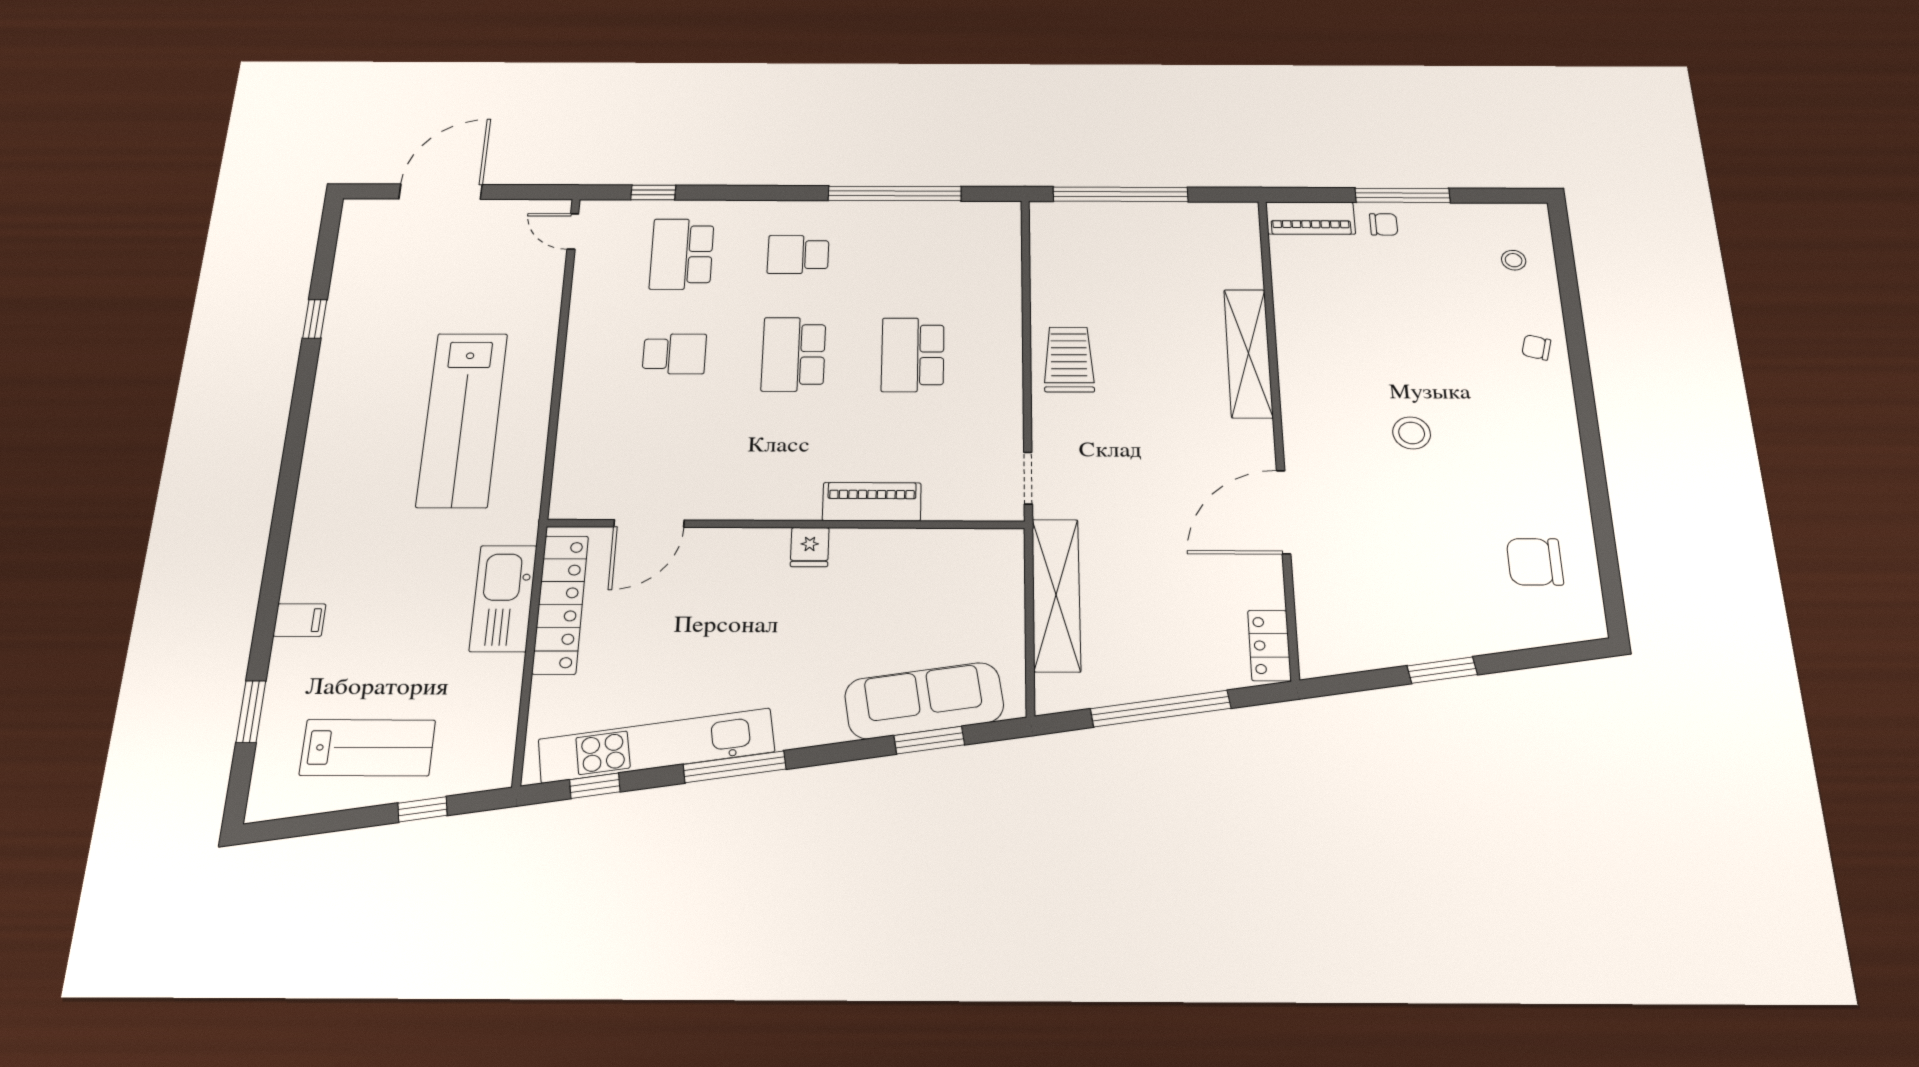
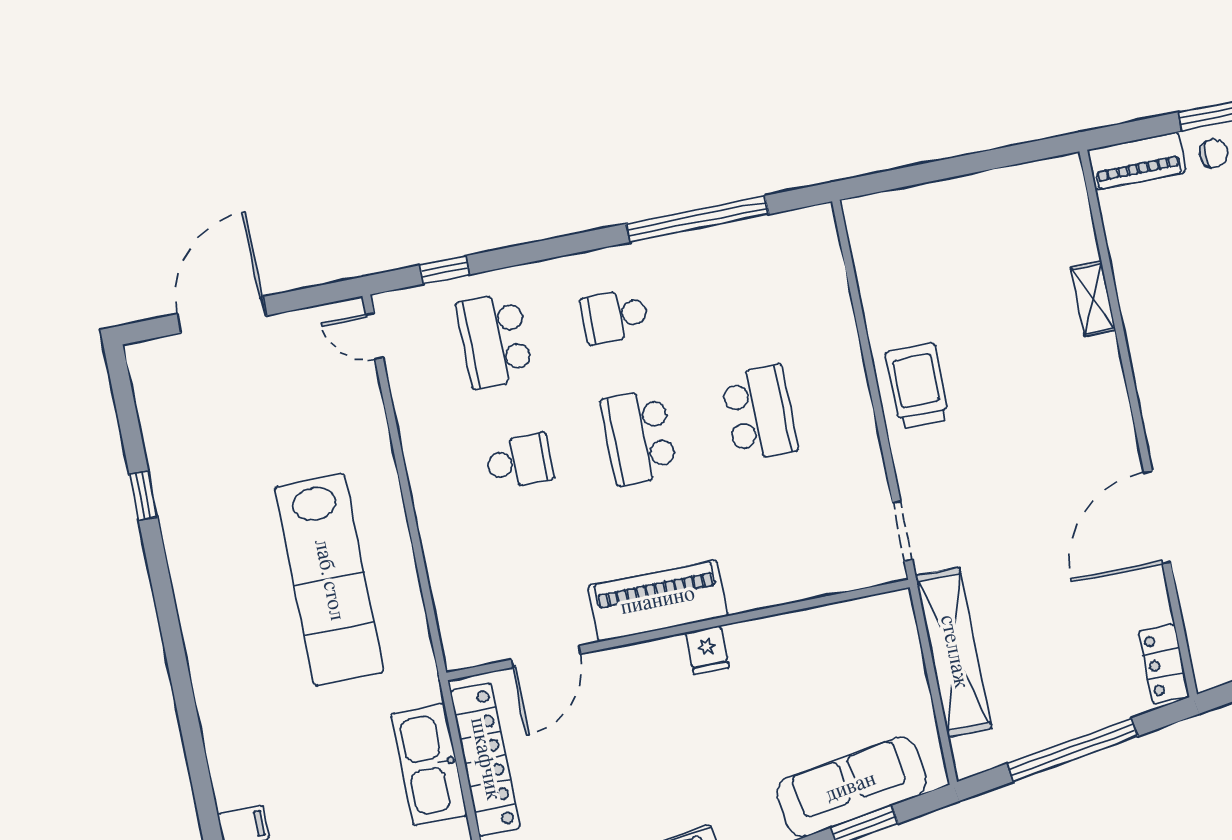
window: (1120, 194) -> (934, 171), removed
shelving: (1248, 353) -> (1093, 299), width x0.45, depth x0.75
school desk: (913, 355) -> (759, 413), turned 180
piano: (872, 502) -> (658, 601), moved, width x1.37, depth x1.33

